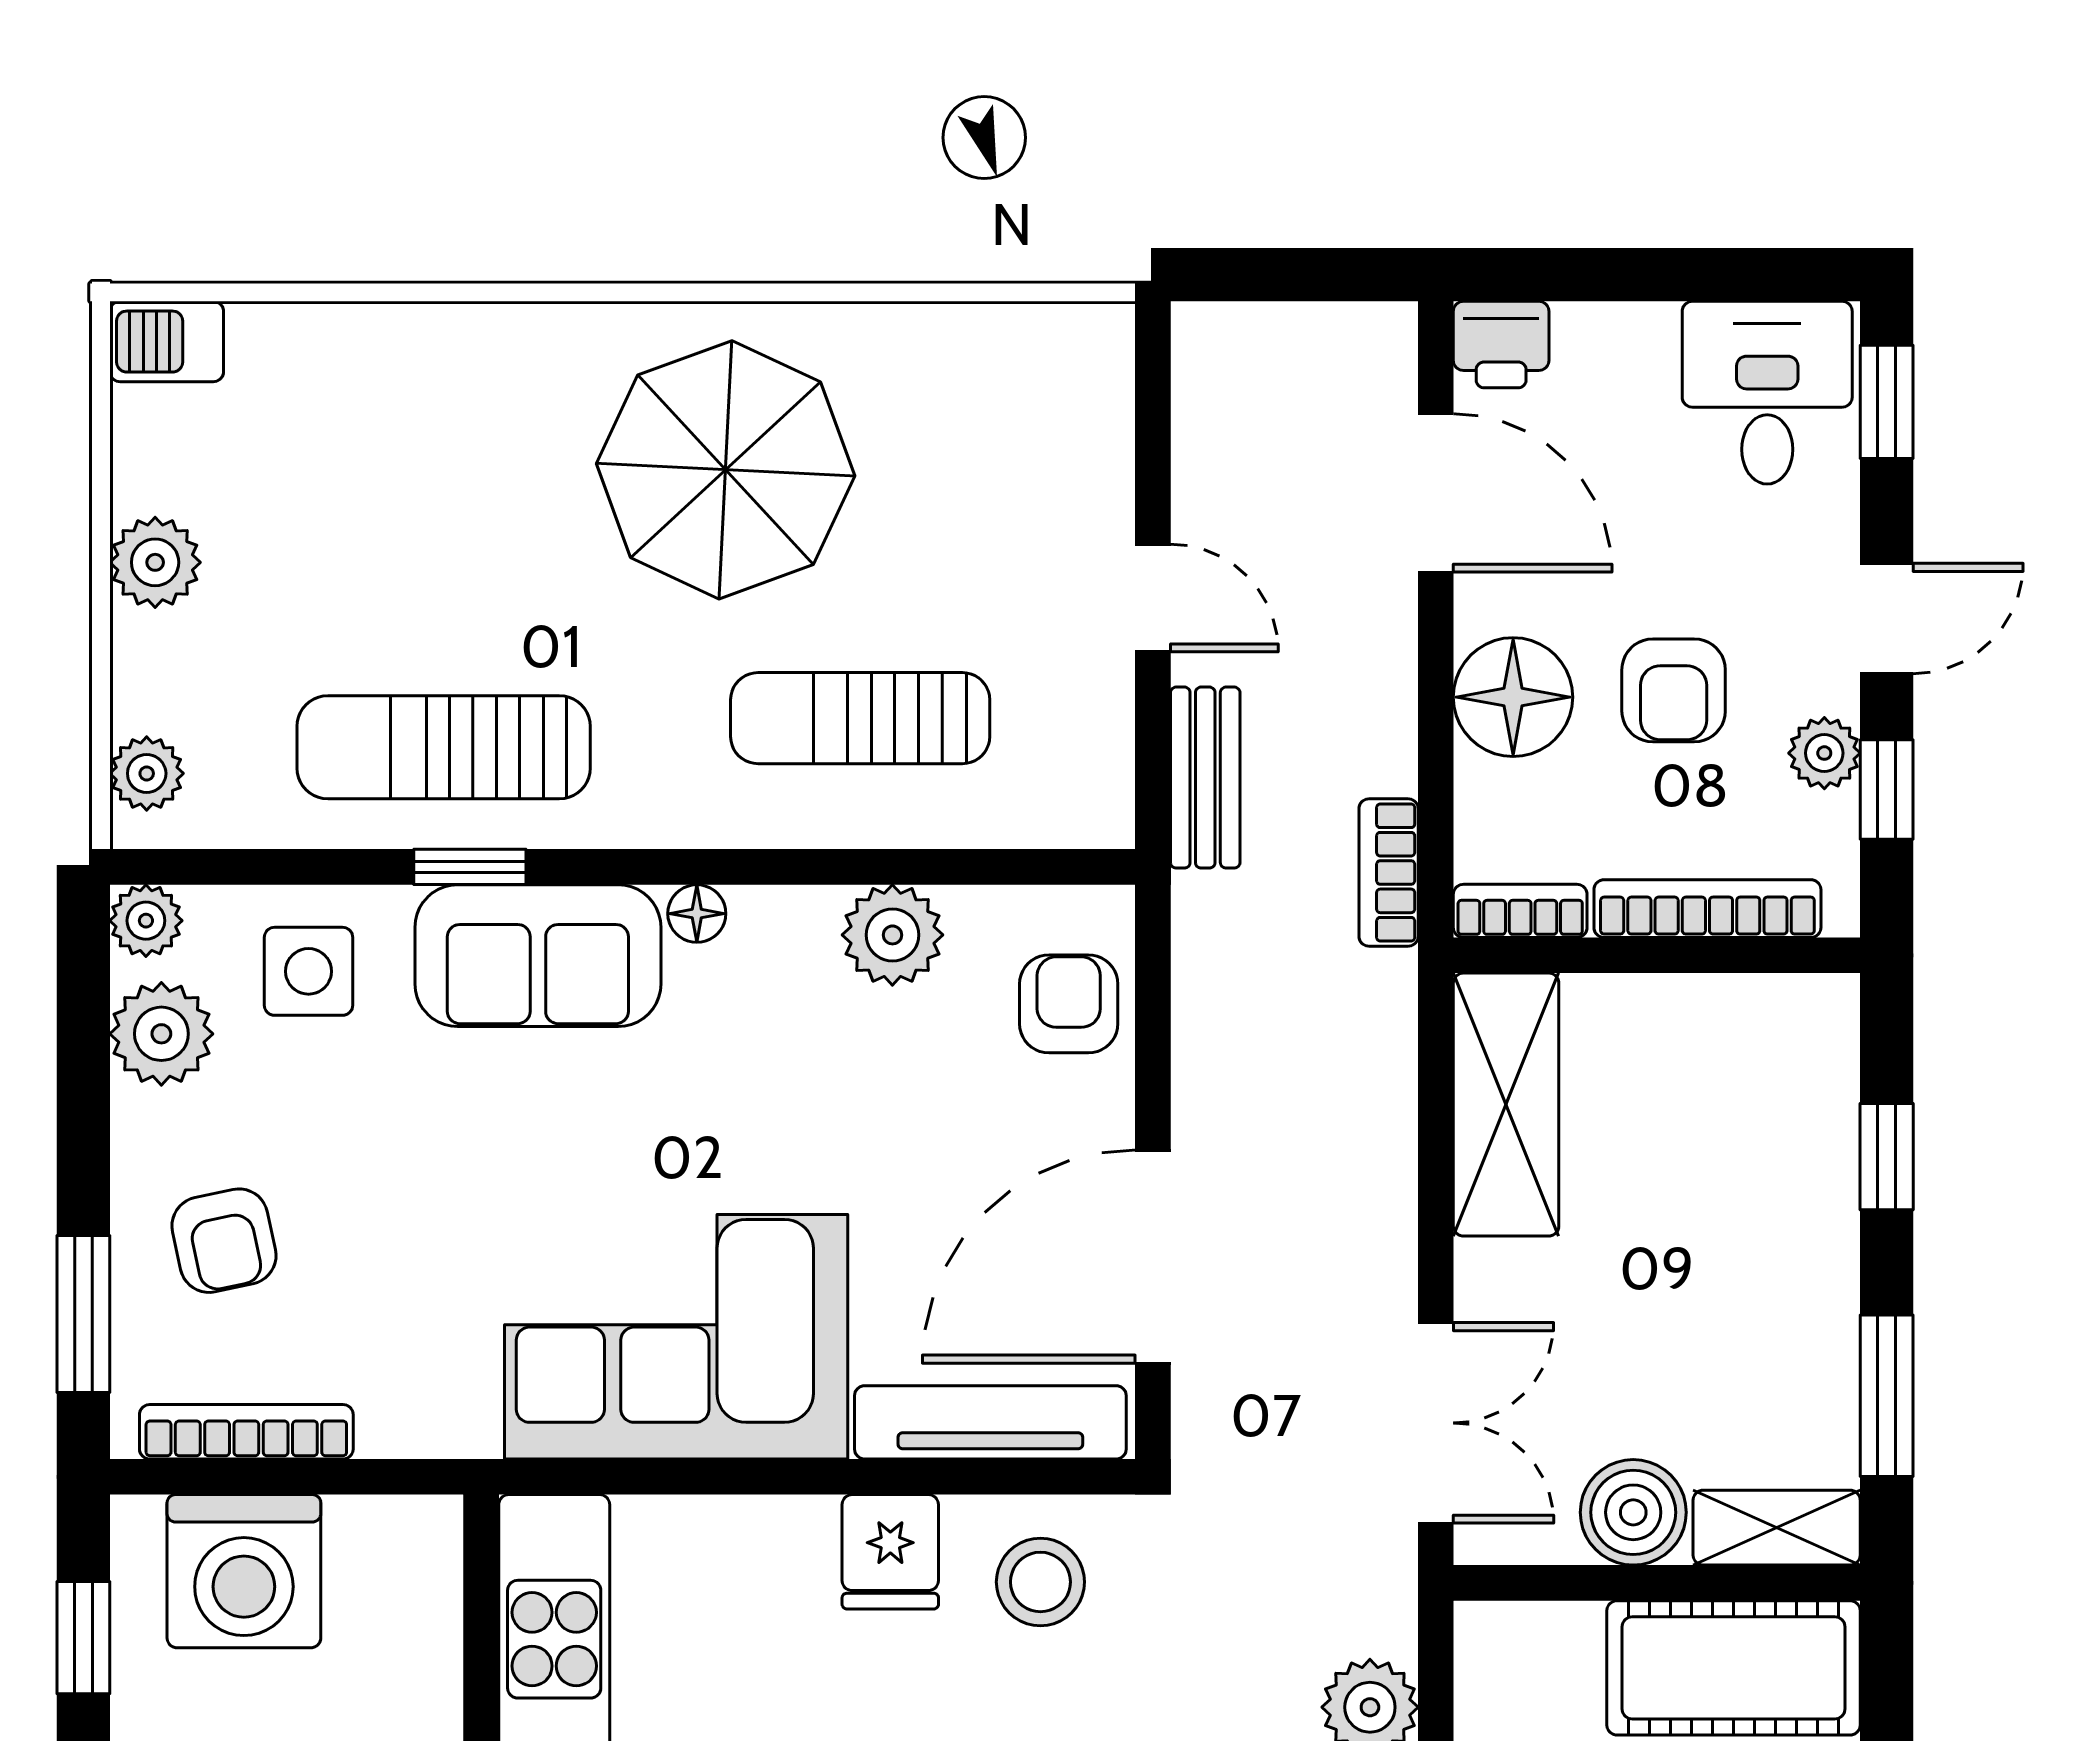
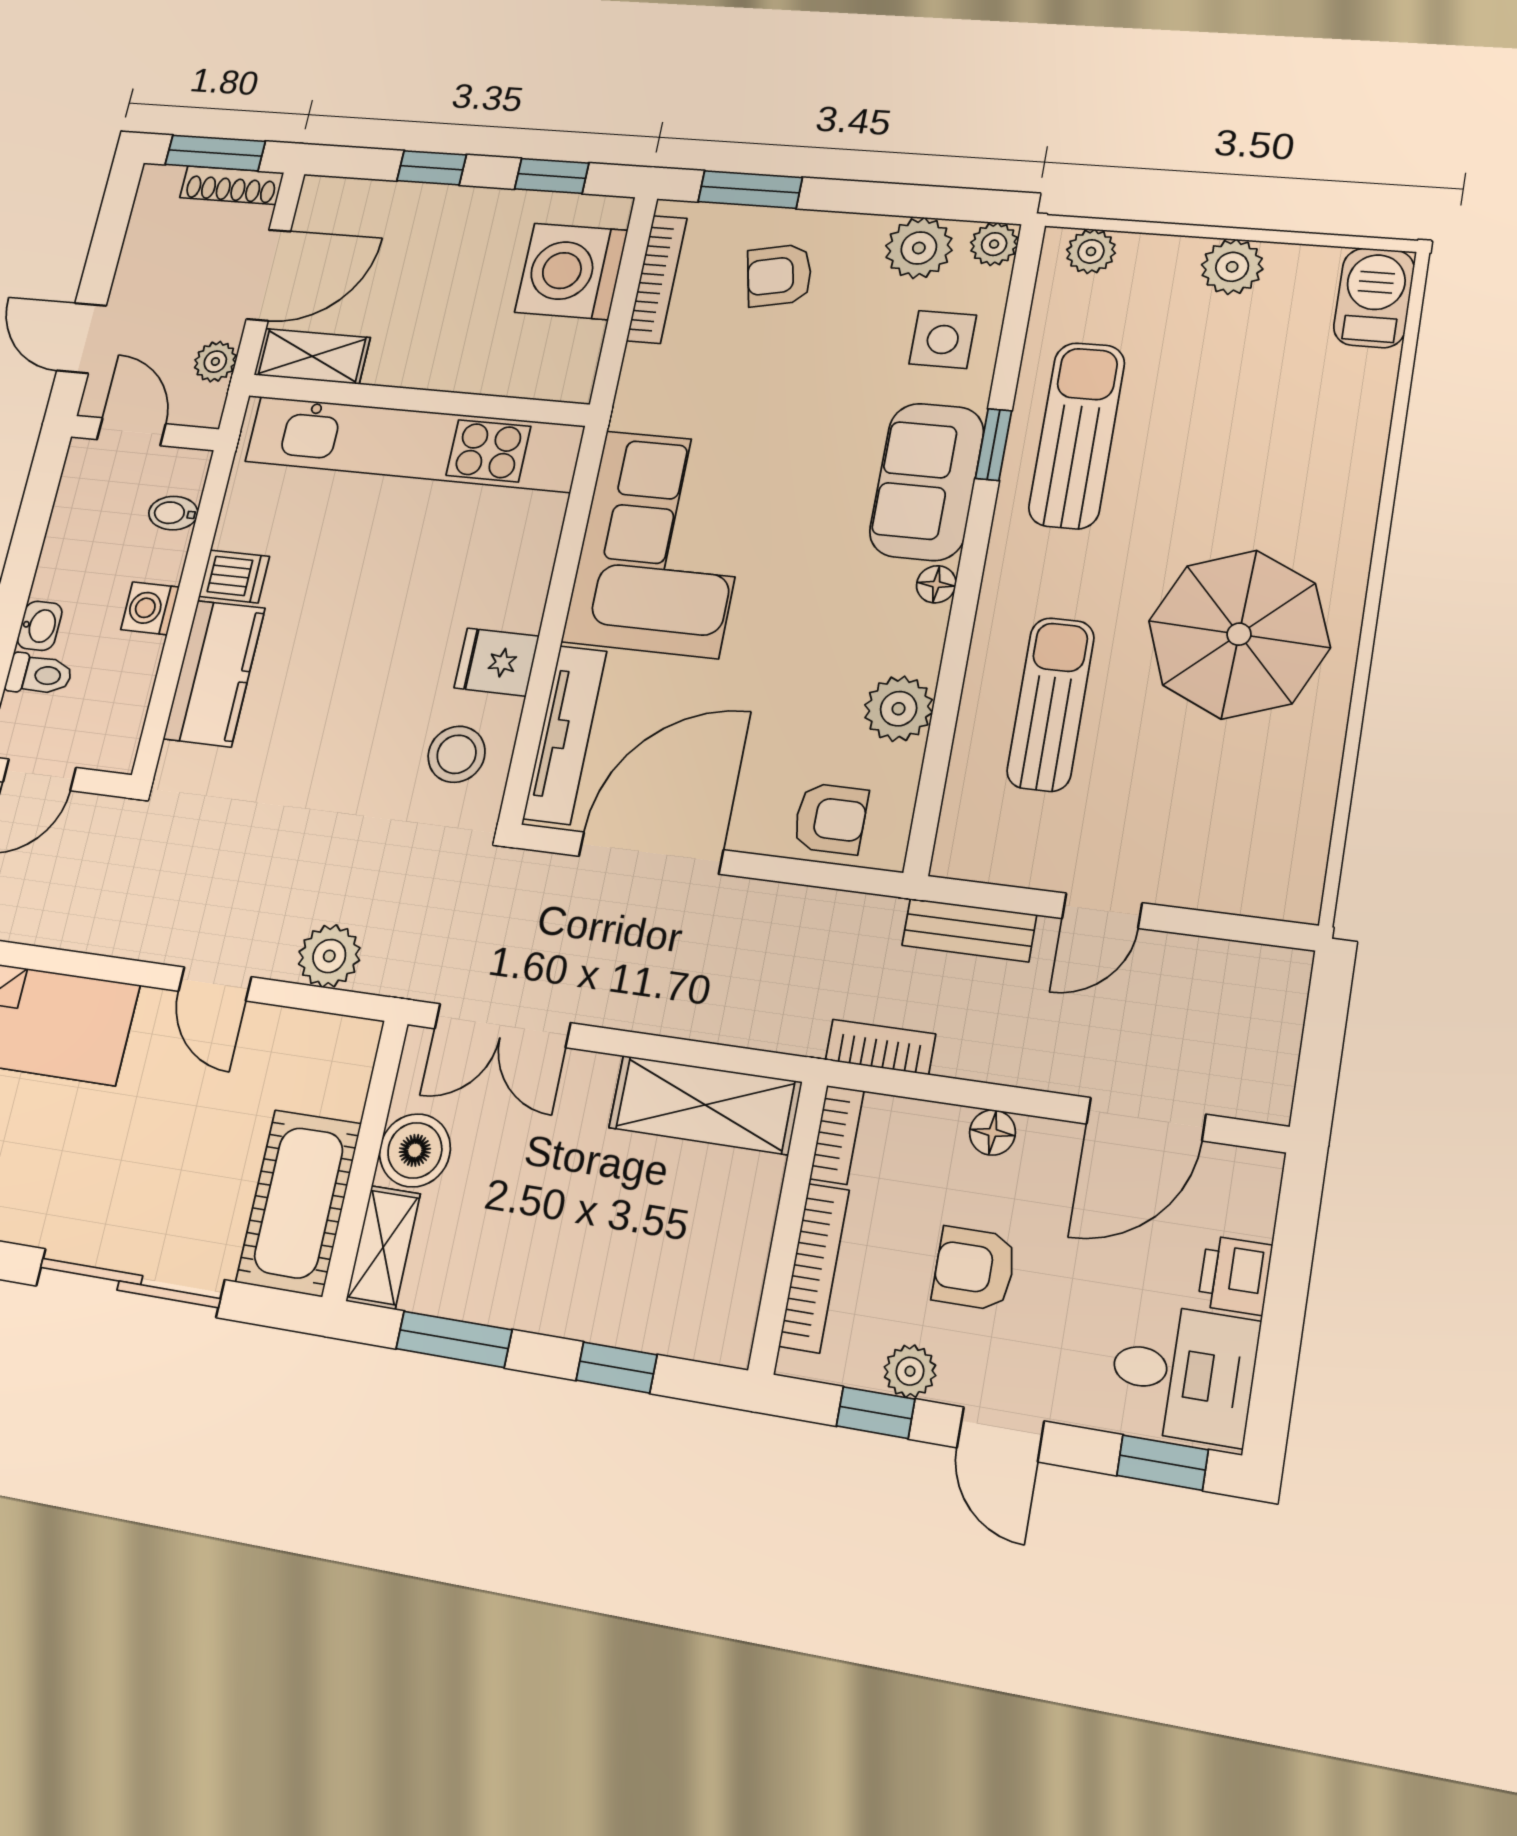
barbecue: (167, 342) -> (1374, 298), width x1.38, depth x1.27
printer: (1501, 345) -> (1235, 1275), moved
floor lamp: (1513, 697) -> (992, 1133), width x0.53, depth x0.53
door: (1153, 1257) -> (651, 853), hinge flipped

